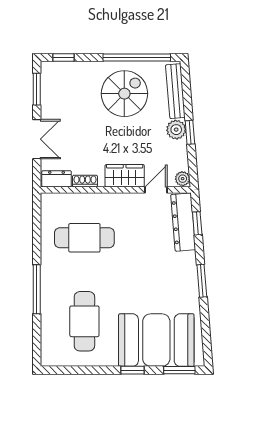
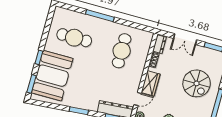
spiral stairs: (124, 94) -> (197, 83), moved
door: (156, 190) -> (138, 99), hinge flipped

